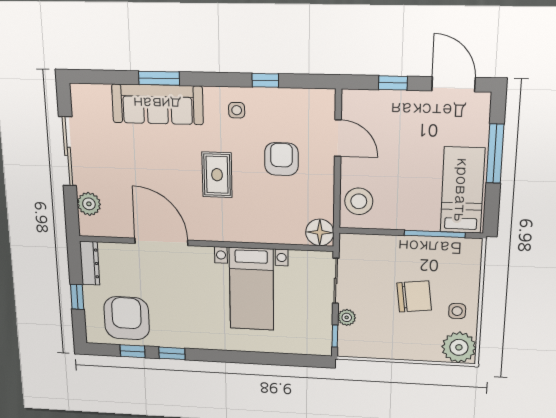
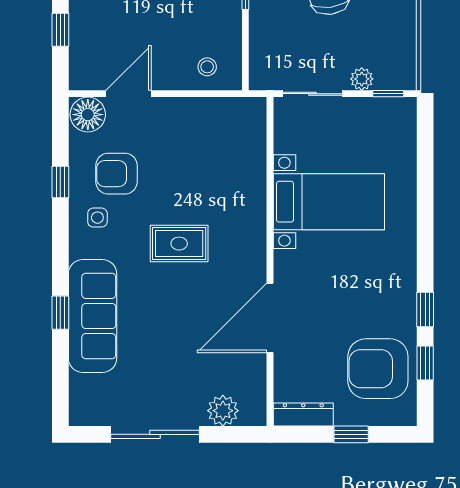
window: (159, 78) -> (60, 313), width x0.67
armchair: (281, 159) -> (117, 174), moved
stool: (359, 201) -> (207, 67), width x0.53, depth x0.53
floor lamp: (320, 232) -> (88, 115), moved

